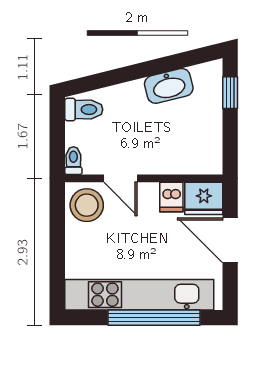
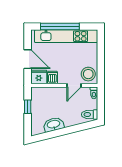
window: (230, 93) -> (28, 107), moved
door: (120, 178) -> (74, 85), swing flipped

